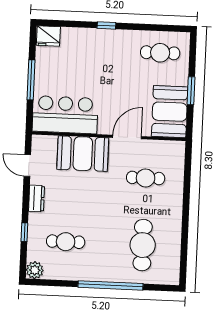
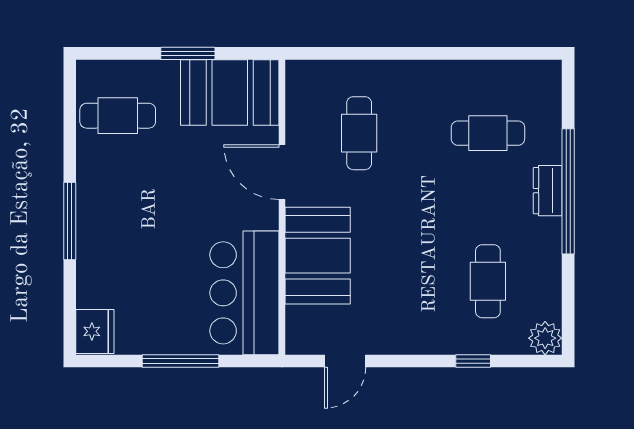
window: (106, 25) -> (70, 221), width x2.17
cafe table: (160, 53) -> (118, 116), turned 90
dresser: (37, 198) -> (548, 191), moved, turned -90
cafe table: (143, 245) -> (488, 133), width x0.73, depth x0.74

